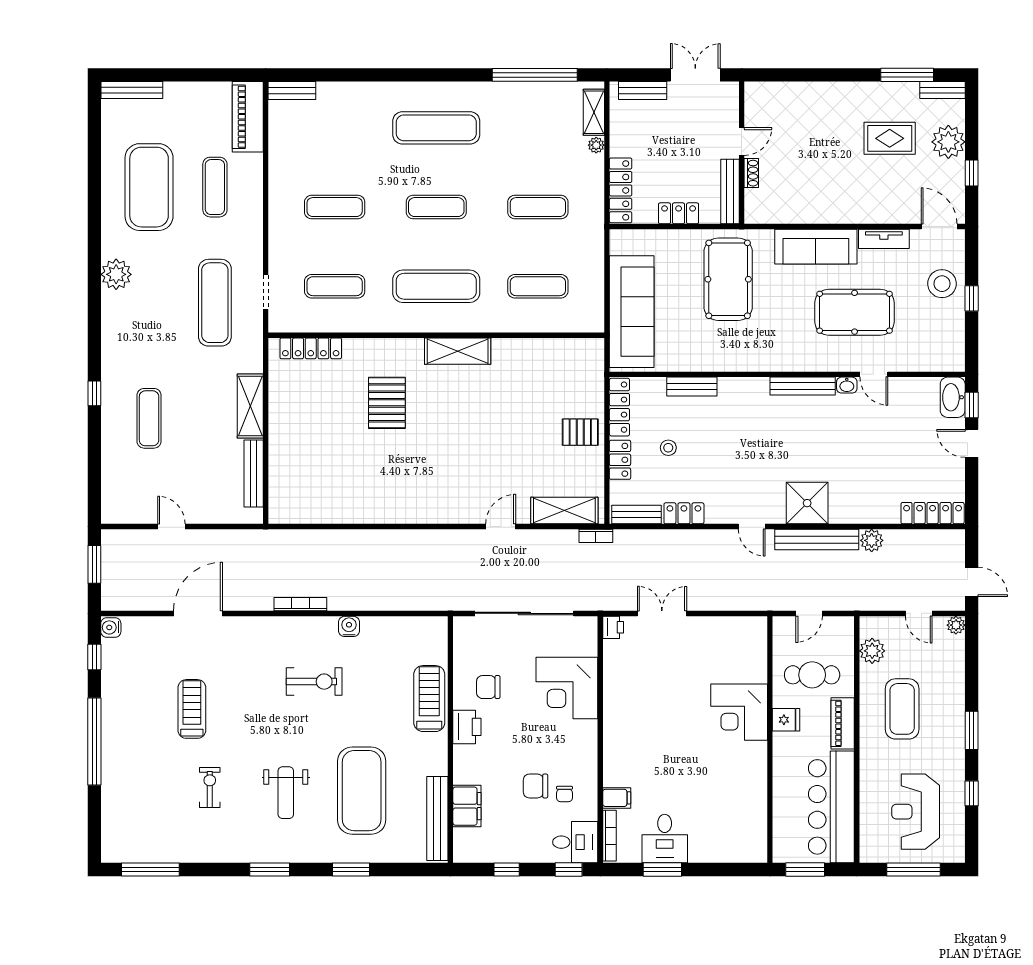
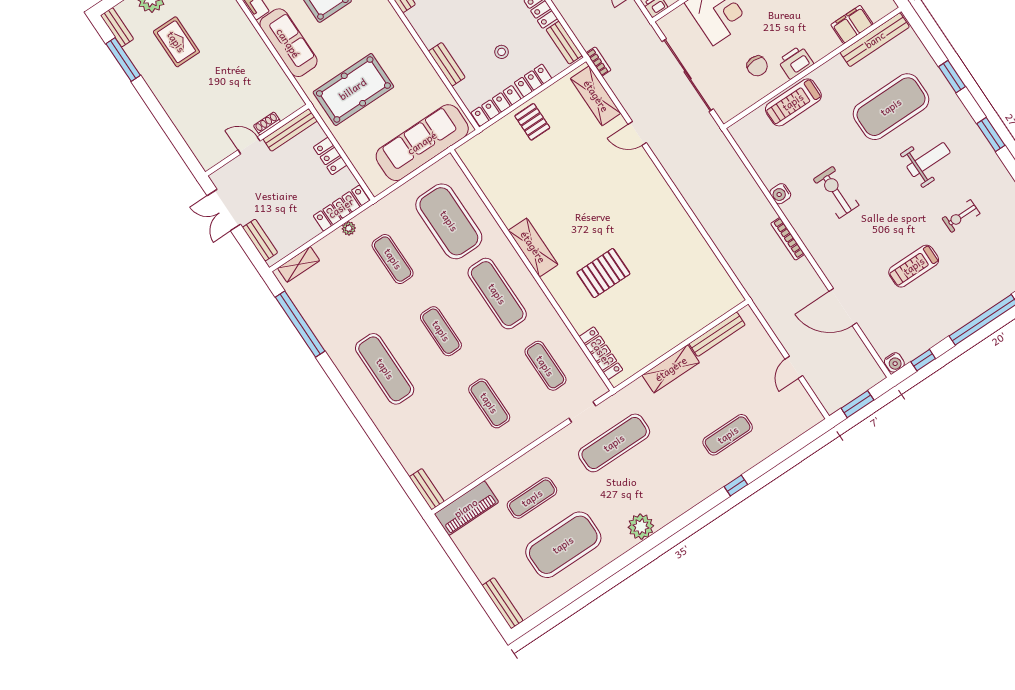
plant: (596, 145) -> (349, 228), moved
exercise mat: (538, 286) -> (449, 221), width x2.00, depth x1.45

